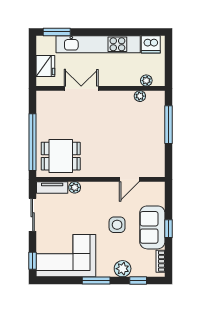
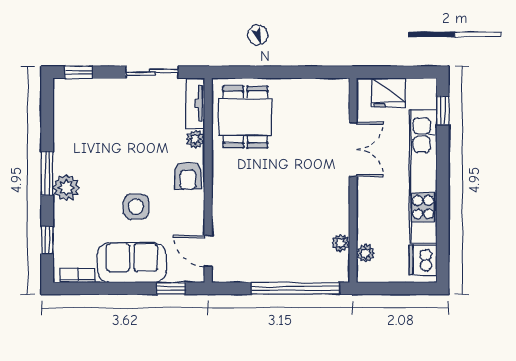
window: (57, 32) -> (443, 111), width x0.67
window: (168, 125) -> (295, 288), width x1.46
window: (33, 142) -> (267, 72), removed
door: (129, 179) -> (208, 251), moved
armchair: (98, 192) -> (188, 176), added
window: (168, 229) -> (171, 288), moved
corner sofa: (66, 256) -> (87, 125), removed
plant: (123, 269) -> (66, 188), moved

